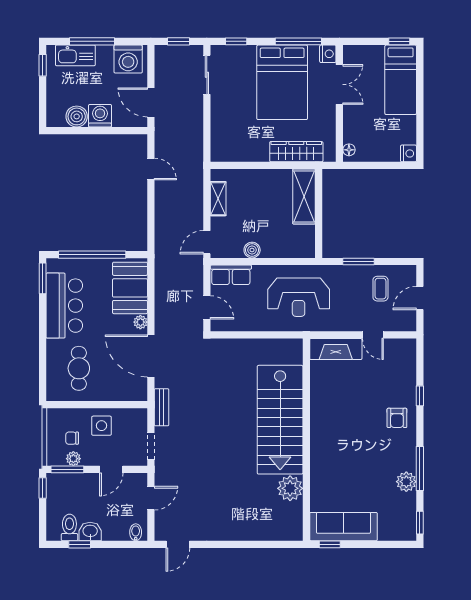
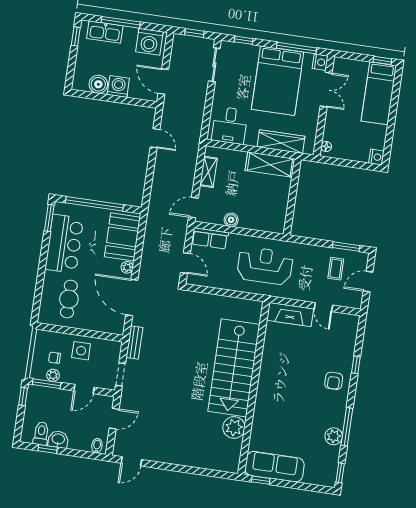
desk: (234, 142) -> (230, 125), added
shelving: (304, 197) -> (270, 165), moved, turned 90
window: (359, 261) -> (346, 247), moved
reception desk: (299, 297) -> (265, 266), turned 180

